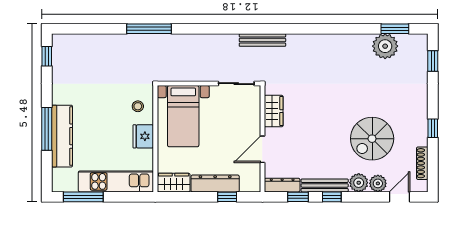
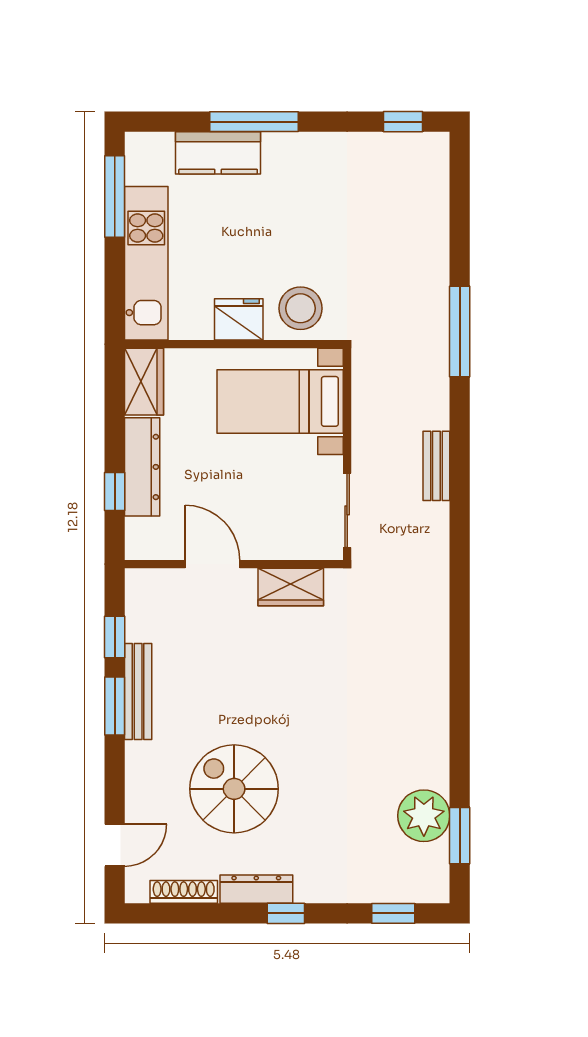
bench: (262, 40) -> (436, 466), moved, width x0.73
stool: (138, 106) -> (300, 308), width x1.89, depth x1.89
window: (433, 128) -> (286, 913), moved
kitchen counter: (62, 136) -> (218, 153), width x0.67
plant: (359, 183) -> (144, 761), removed
plant: (378, 183) -> (142, 801), removed
dresser: (282, 185) -> (256, 889), moved, turned -90
window: (332, 197) -> (115, 706), width x1.50
door: (400, 197) -> (115, 845), hinge flipped

